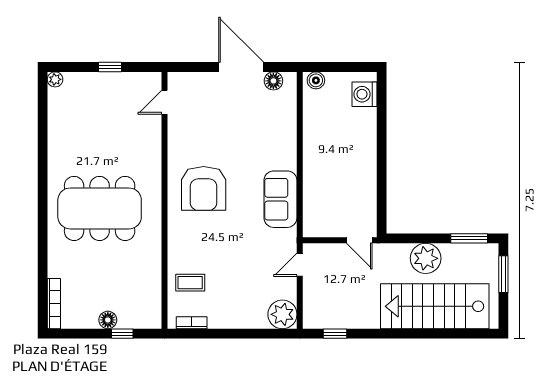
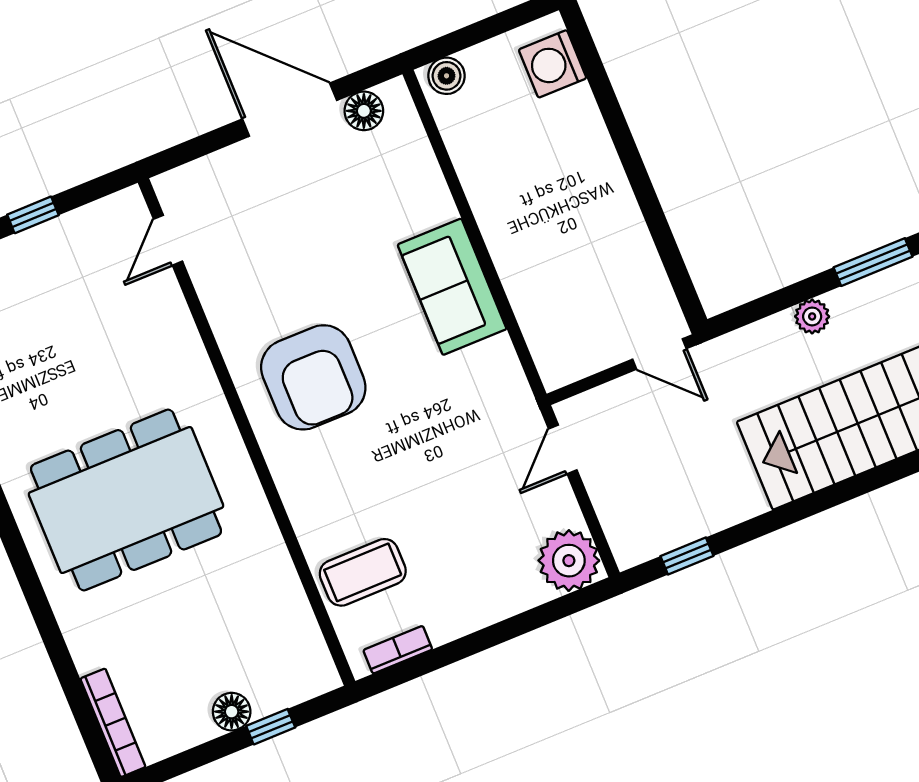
sofa: (280, 199) -> (452, 287), moved
plant: (426, 258) -> (812, 316), width x0.53, depth x0.53
coffee table: (190, 283) -> (363, 572), width x1.36, depth x1.30

